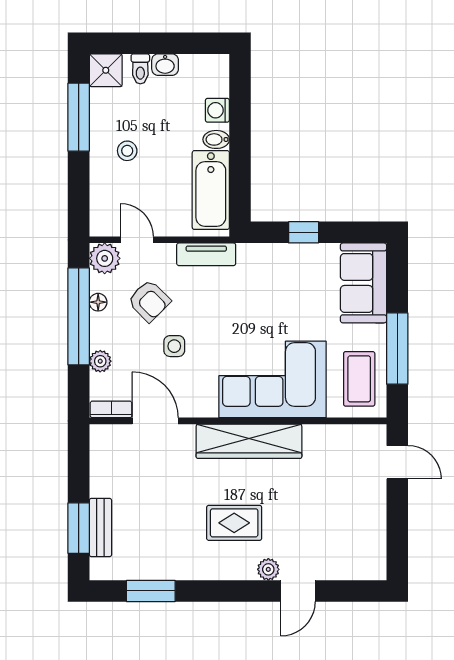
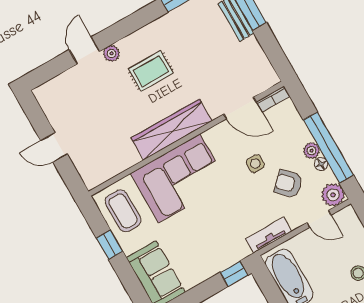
window: (304, 232) -> (234, 274), moved
window: (397, 349) -> (110, 245), width x0.46
plant: (100, 361) -> (312, 151), moved
door: (397, 462) -> (54, 147), moved

